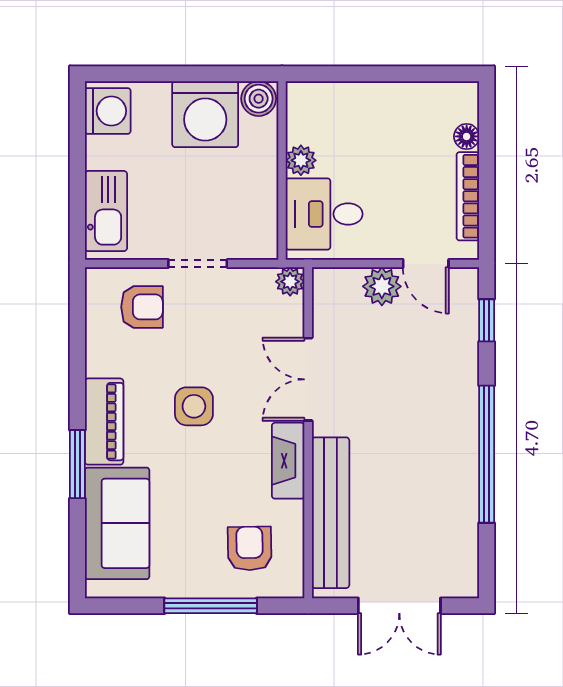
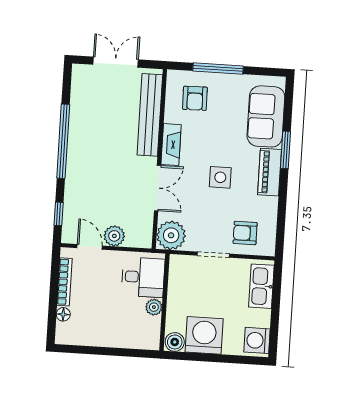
plant: (290, 282) -> (171, 235), width x1.88, depth x1.88

